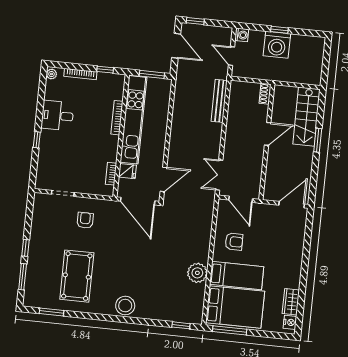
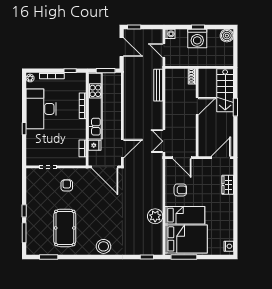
boiler: (316, 45) -> (227, 36), added
desk: (57, 116) -> (41, 109), width x1.87, depth x1.30
wardrobe: (291, 302) -> (228, 185), moved

